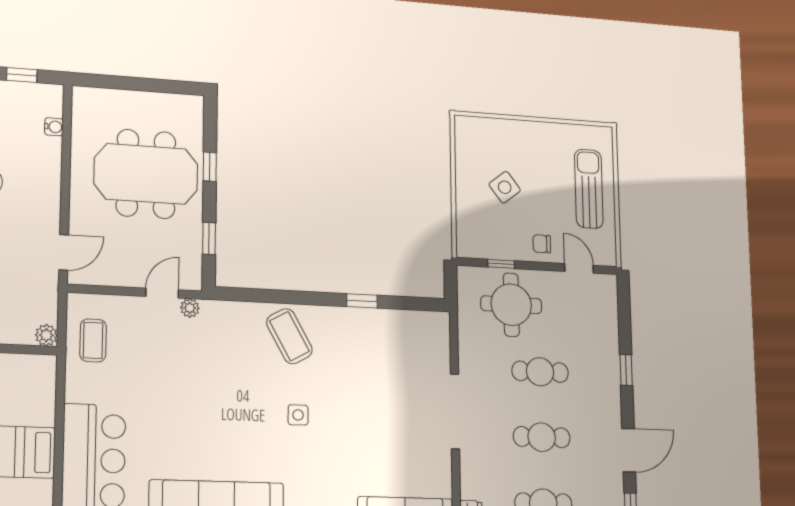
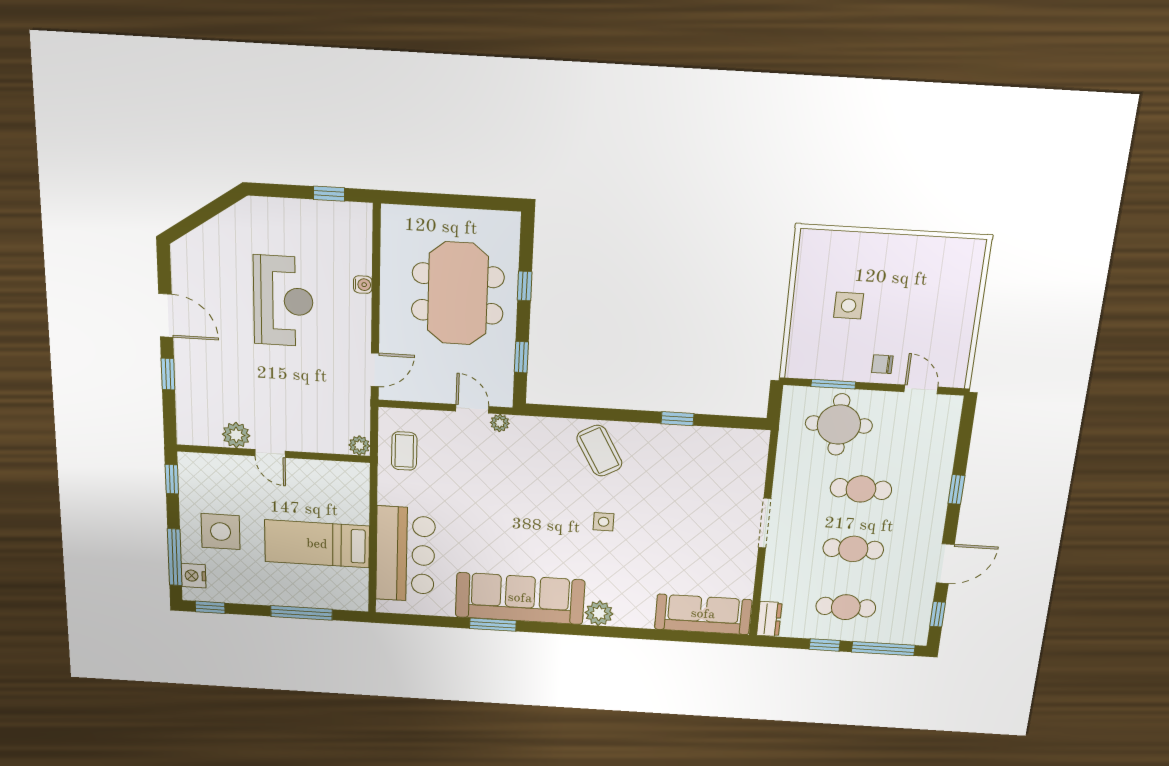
water cooler: (54, 127) -> (363, 285), moved
meeting table: (146, 174) -> (458, 294), turned 90
side table: (505, 187) -> (849, 306), turned 38
sun lounger: (589, 189) -> (947, 307), removed
window: (501, 264) -> (833, 384), width x1.50
door: (162, 293) -> (472, 409), hinge flipped
doorway: (455, 411) -> (765, 523), width x0.73

